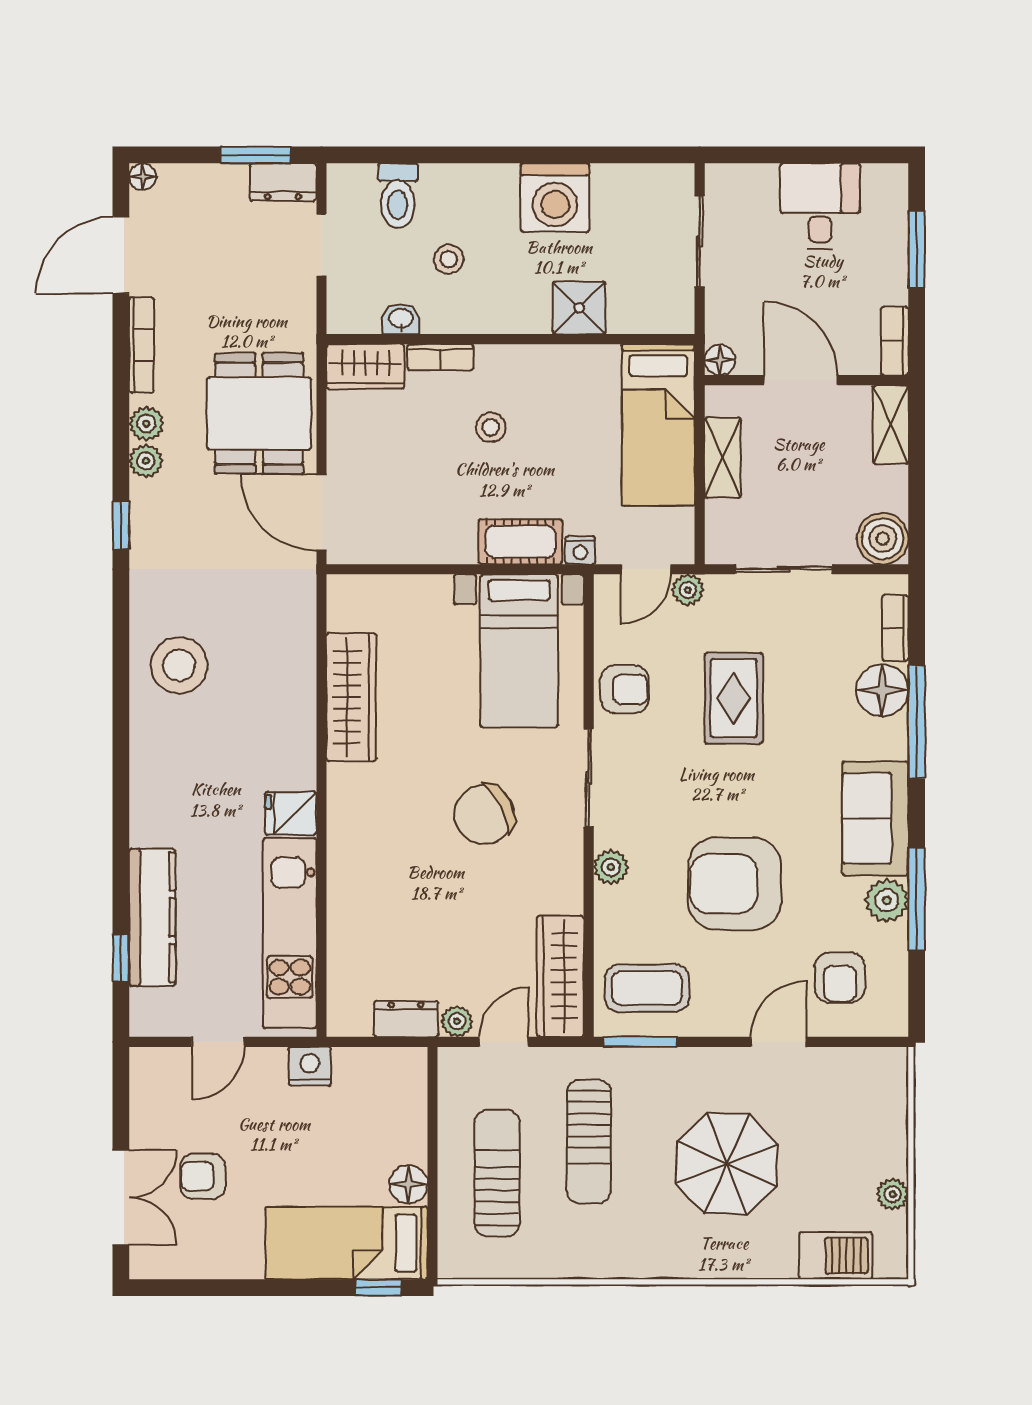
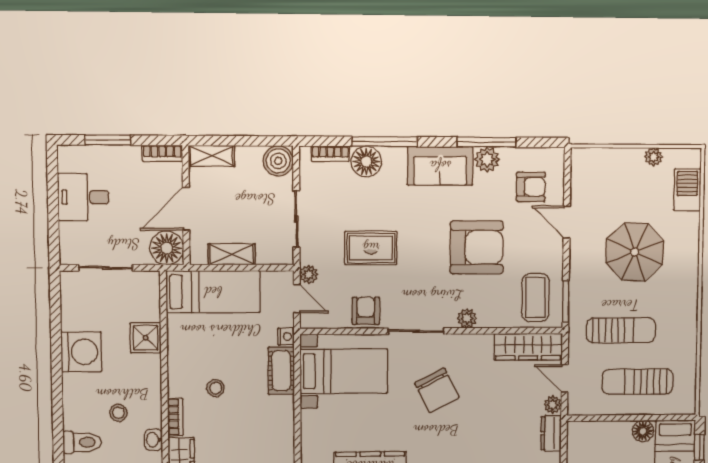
floor lamp: (720, 360) -> (167, 248), width x1.89, depth x1.89
armchair: (735, 884) -> (477, 247), turned -90

